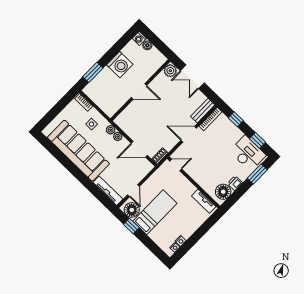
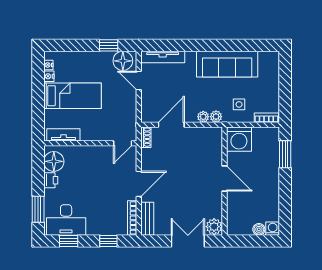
washing machine: (120, 65) -> (239, 139), moved, turned -90
door: (139, 91) -> (224, 178), swing flipped
sofa: (78, 151) -> (227, 64), width x0.74, depth x0.79
bed: (155, 212) -> (72, 96), moved, turned -90

